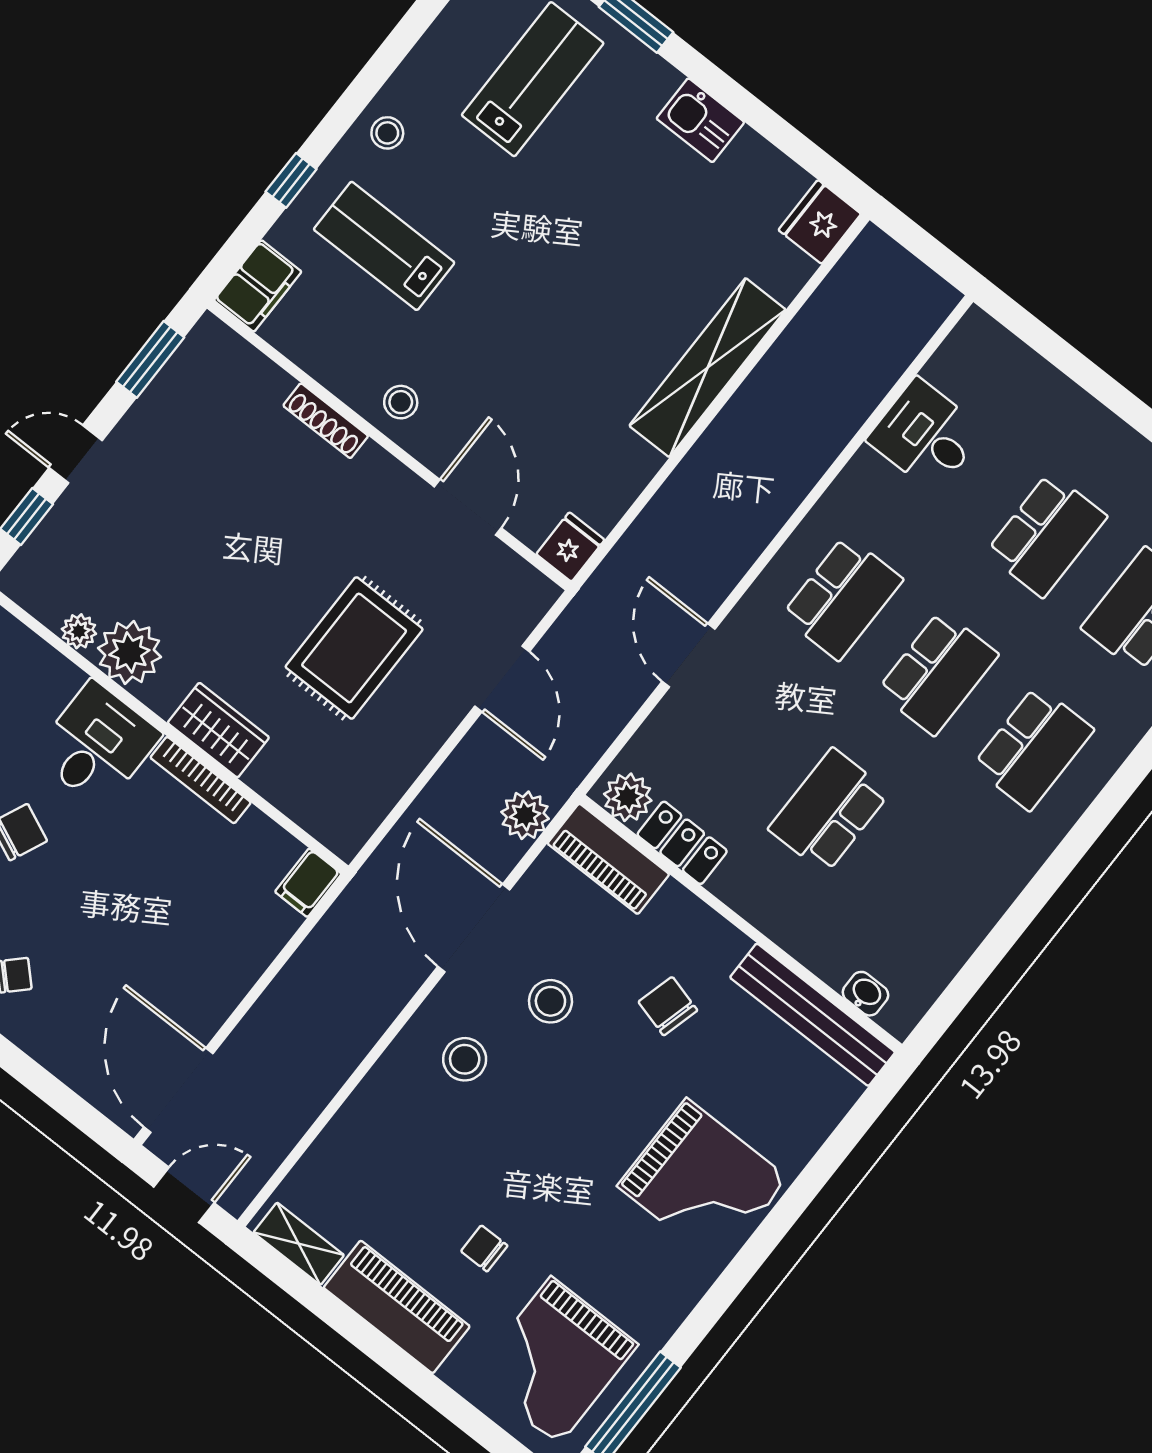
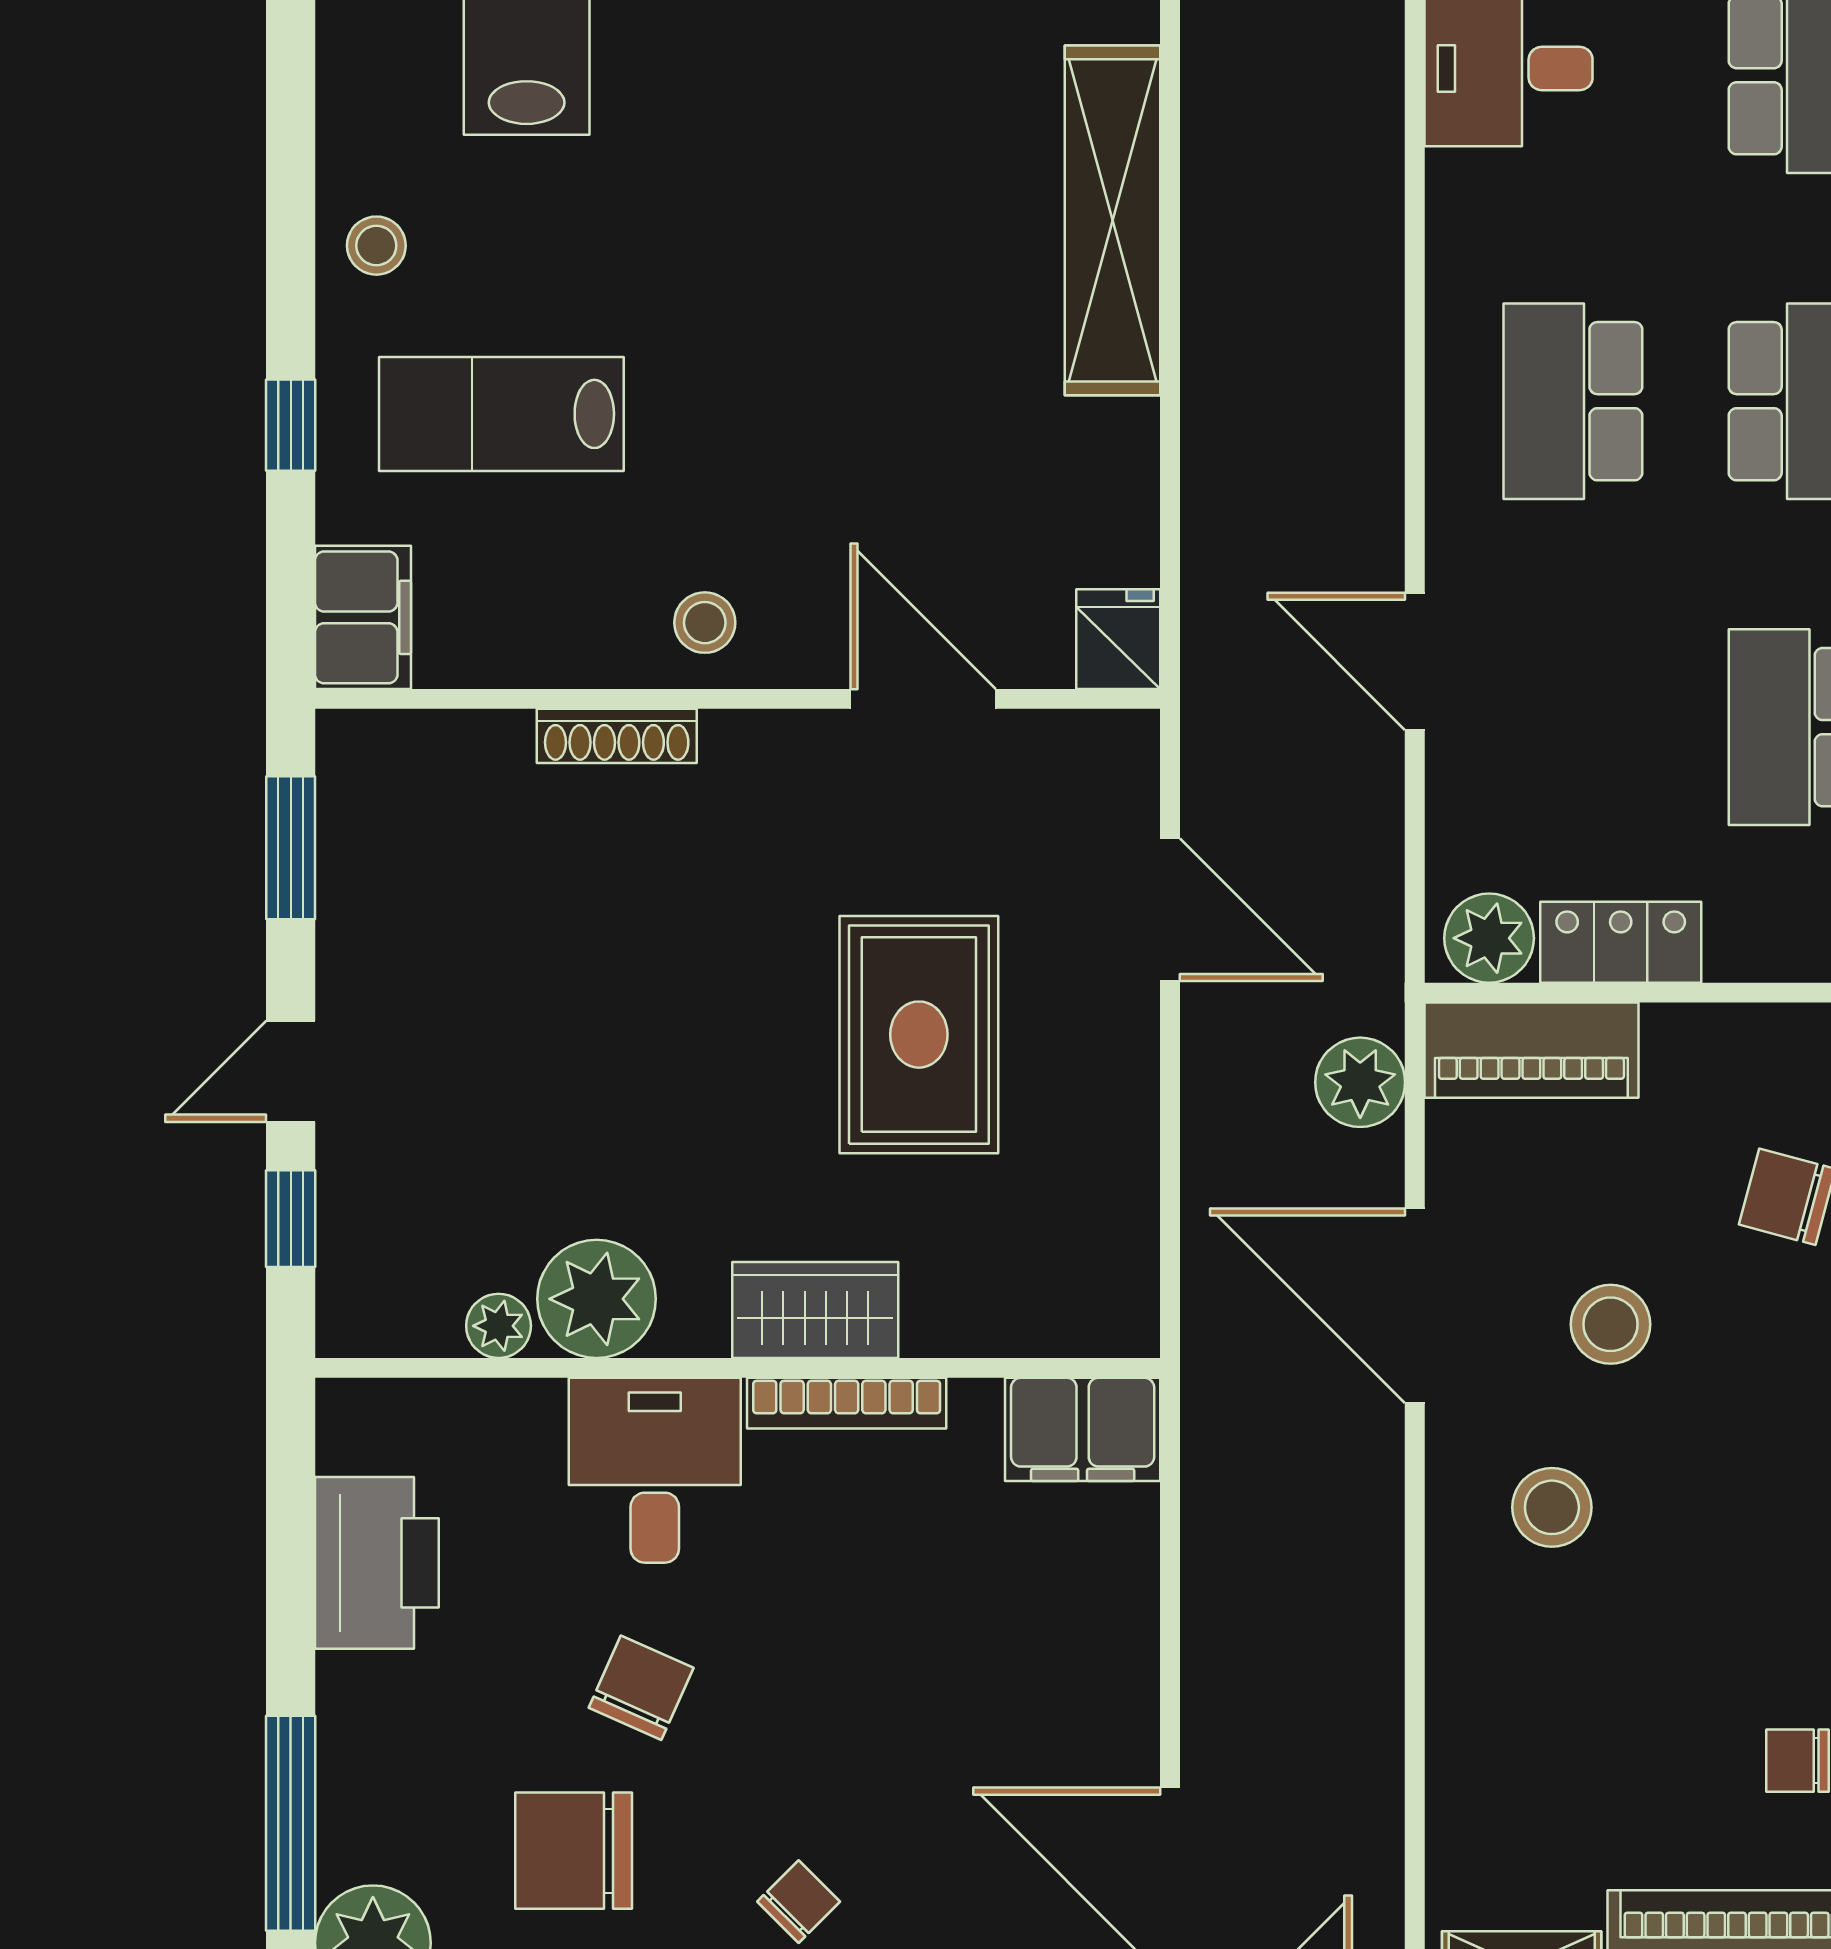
school desk: (842, 598) -> (1573, 401), turned 180
filing cabinet: (308, 883) -> (1083, 1429), width x2.00

